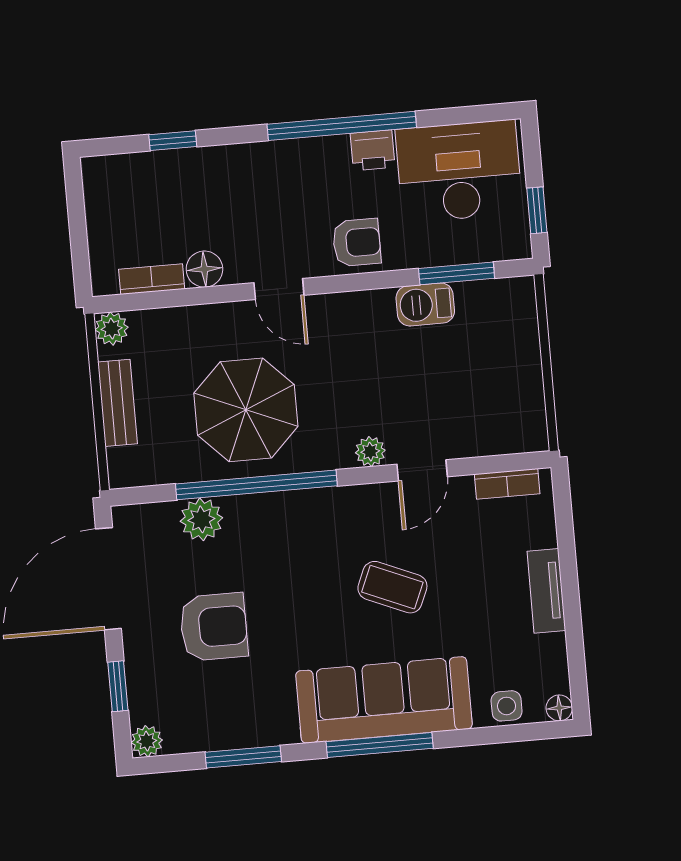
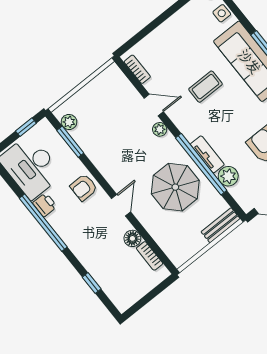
armchair: (357, 242) -> (84, 187), turned -90
barbecue: (425, 304) -> (90, 146), removed
plant: (112, 329) -> (69, 122), moved
bench: (117, 403) -> (221, 225), moved
coffee table: (392, 587) -> (206, 87), turned 67
tv unit: (546, 591) -> (207, 154), moved, turned -90

